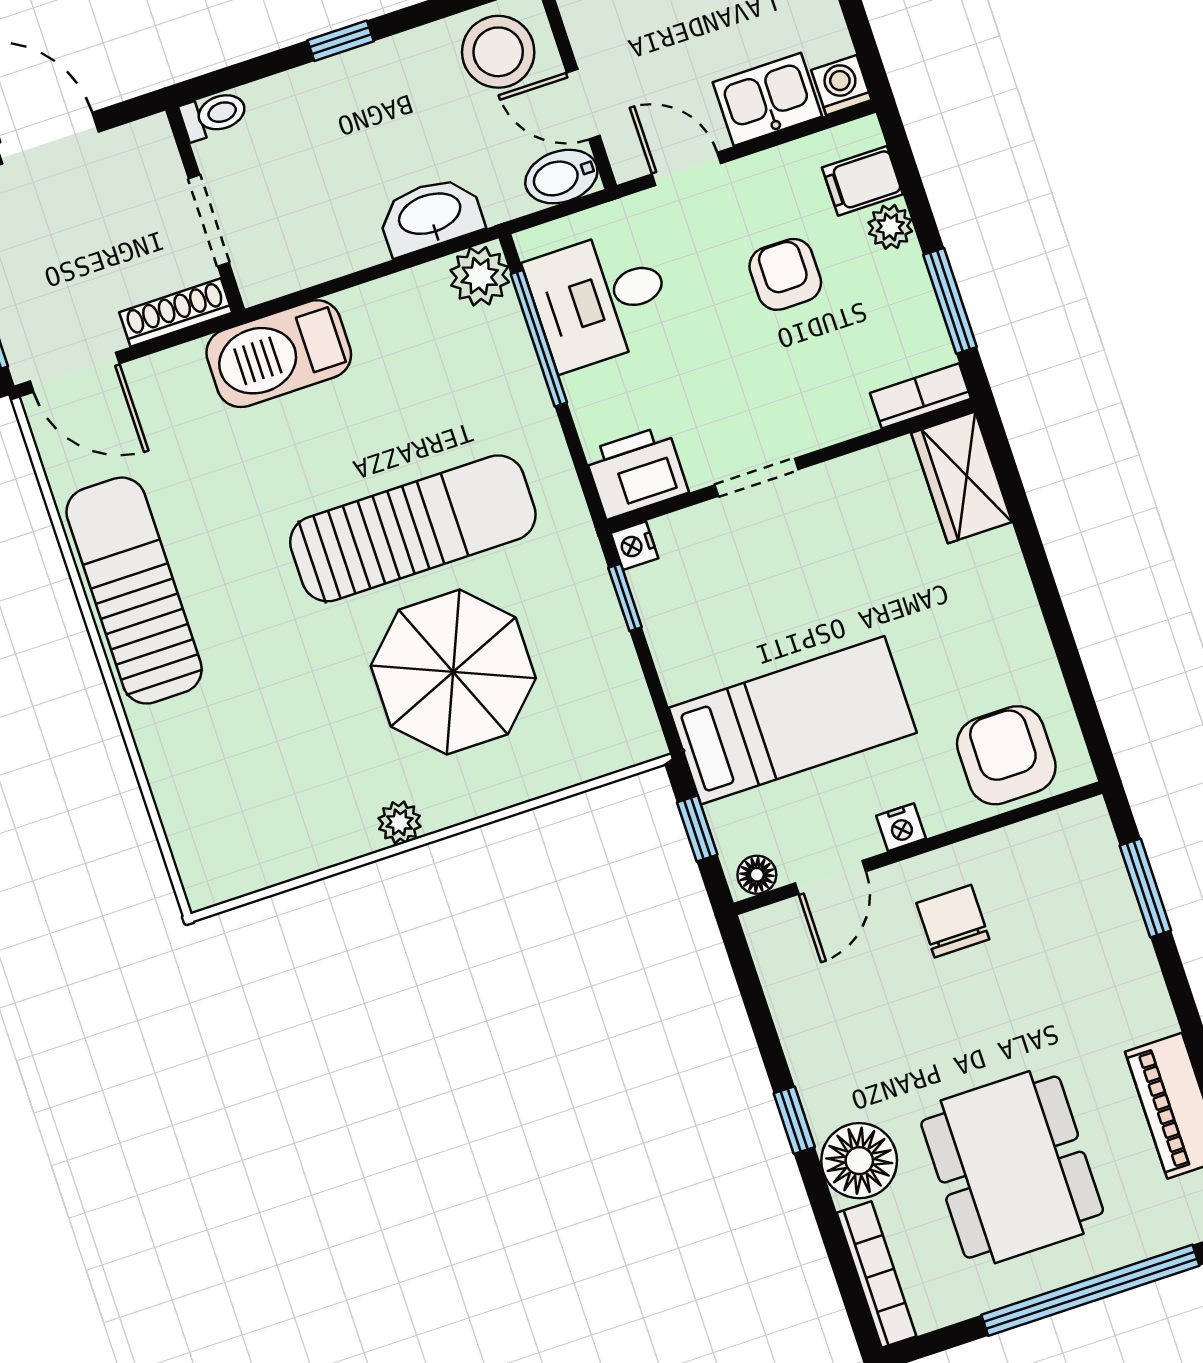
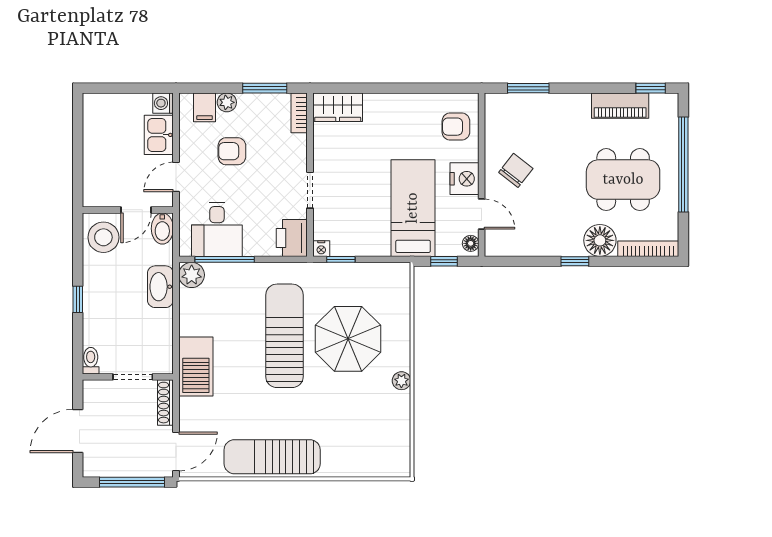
armchair: (1006, 755) -> (456, 127), width x0.72, depth x0.72
nightstand: (901, 827) -> (464, 179), width x1.89, depth x1.79
chair: (953, 921) -> (516, 170), turned 128

